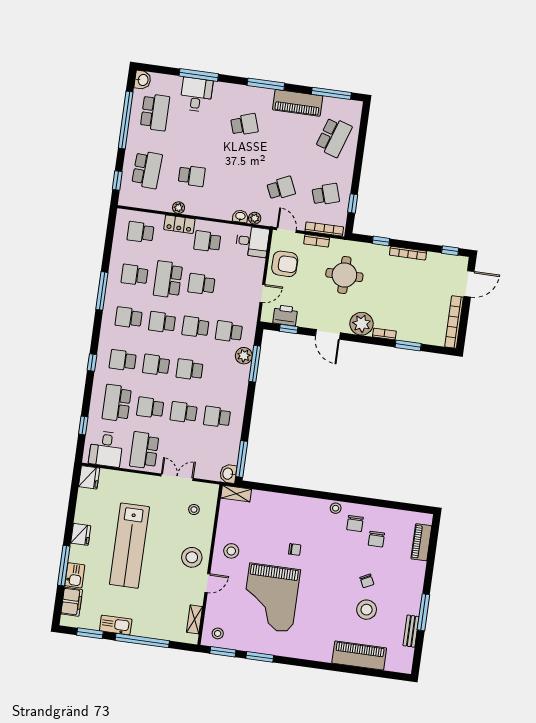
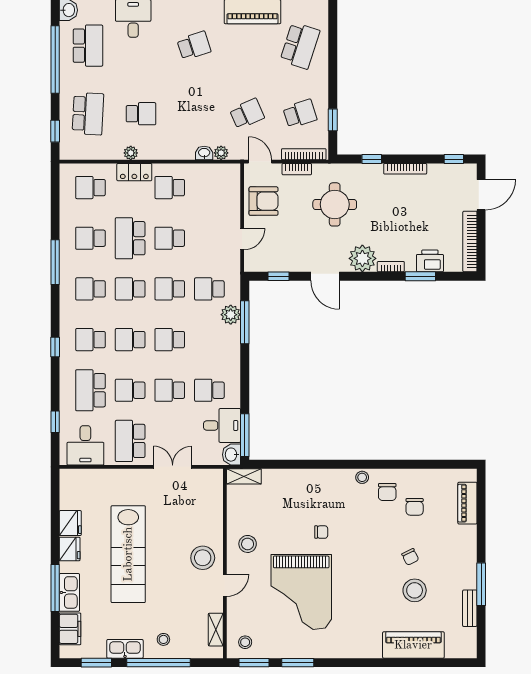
desk: (252, 242) -> (222, 425), moved
printer: (285, 315) -> (430, 261), moved
fridge: (89, 477) -> (70, 523), moved
stool: (194, 510) -> (163, 639), moved
kitchen sink: (75, 575) -> (69, 592), width x1.38

